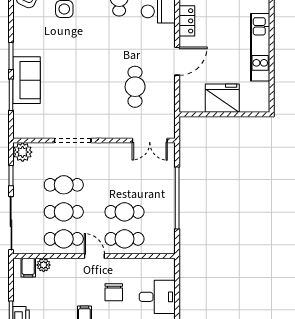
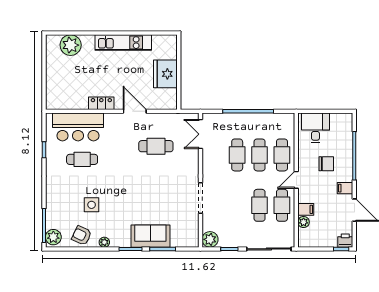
plant: (19, 24) -> (104, 242), added
double door: (150, 140) -> (200, 134), swing flipped
cafe table: (64, 185) -> (237, 155), moved
filing cabinet: (28, 268) -> (306, 209), moved
desk: (157, 297) -> (315, 128), moved

